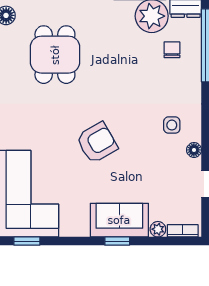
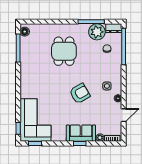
dining table: (55, 55) -> (64, 51), moved
armchair: (97, 143) -> (80, 94), moved

